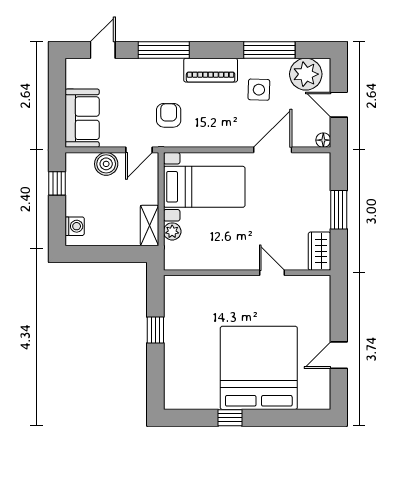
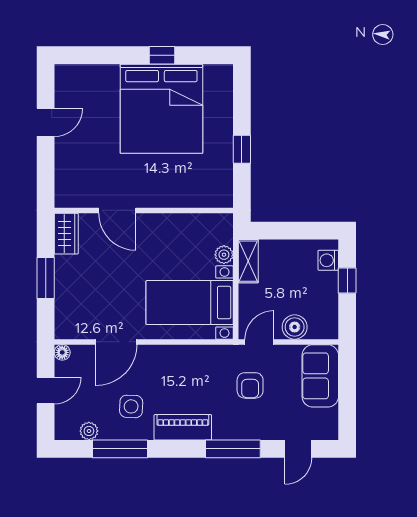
plant: (306, 74) -> (89, 431), width x0.53, depth x0.53
door: (339, 105) -> (46, 390), hinge flipped
armchair: (169, 115) -> (250, 385), moved
window: (57, 183) -> (347, 281), moved
door: (272, 273) -> (117, 210), width x1.38
bed: (259, 368) -> (161, 109), moved

